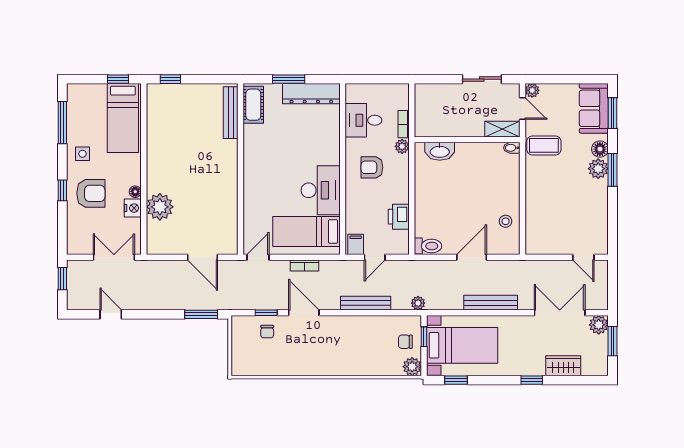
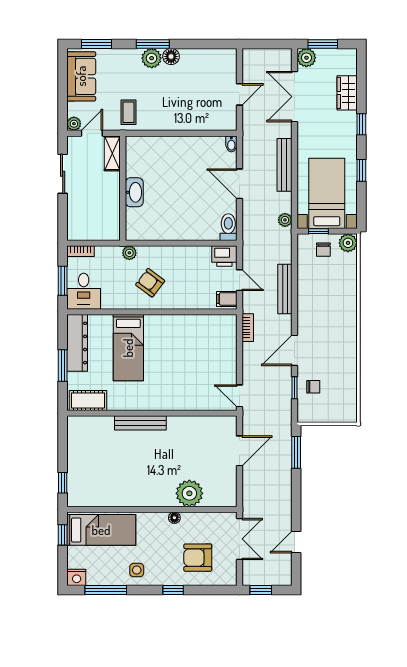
window: (374, 79) -> (63, 281), added
sofa: (594, 108) -> (81, 76), moved, turned -90
bench: (231, 113) -> (140, 423), moved
desk: (363, 120) -> (84, 291), moved
bookcase: (404, 124) -> (81, 251), moved
coffee table: (544, 145) -> (129, 112), width x0.73, depth x0.77
bidet: (512, 148) -> (231, 144), moved
floor lamp: (600, 149) -> (171, 56), moved
washbasin: (440, 151) -> (134, 192), moved
armchair: (372, 167) -> (150, 283), turned 127
desk: (321, 190) -> (173, 334), removed
armchair: (91, 193) -> (198, 558), moved, turned -90
nightstand: (133, 208) -> (77, 577), moved, turned 180
printer: (399, 217) -> (224, 256), moved
stool: (506, 221) -> (204, 150), removed
bed: (307, 231) -> (128, 348), moved
double door: (114, 257) -> (239, 539), swing flipped
door: (583, 257) -> (239, 94), moved
bookcase: (304, 266) -> (248, 328), moved
plant: (418, 303) -> (285, 220), moved
window: (456, 380) -> (361, 170), moved

